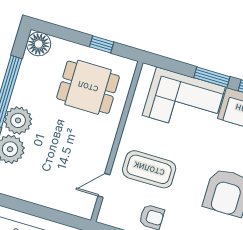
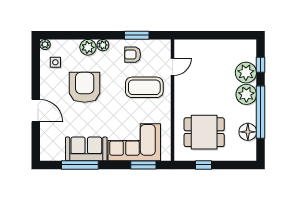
floor lamp: (39, 44) -> (248, 132), moved
window: (212, 77) -> (143, 165), moved

